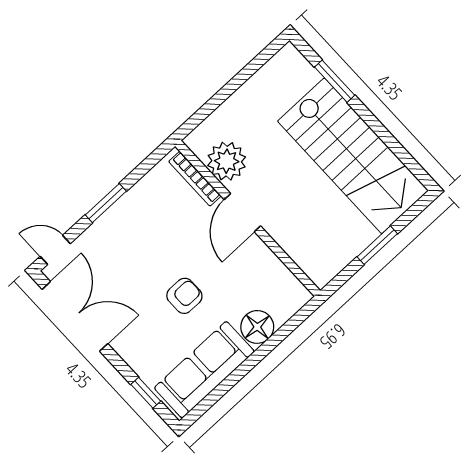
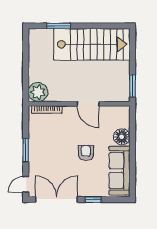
plant: (227, 161) -> (38, 92), moved
door: (242, 213) -> (88, 104), moved
window: (377, 245) -> (132, 86), moved
window: (146, 393) -> (93, 200), moved

